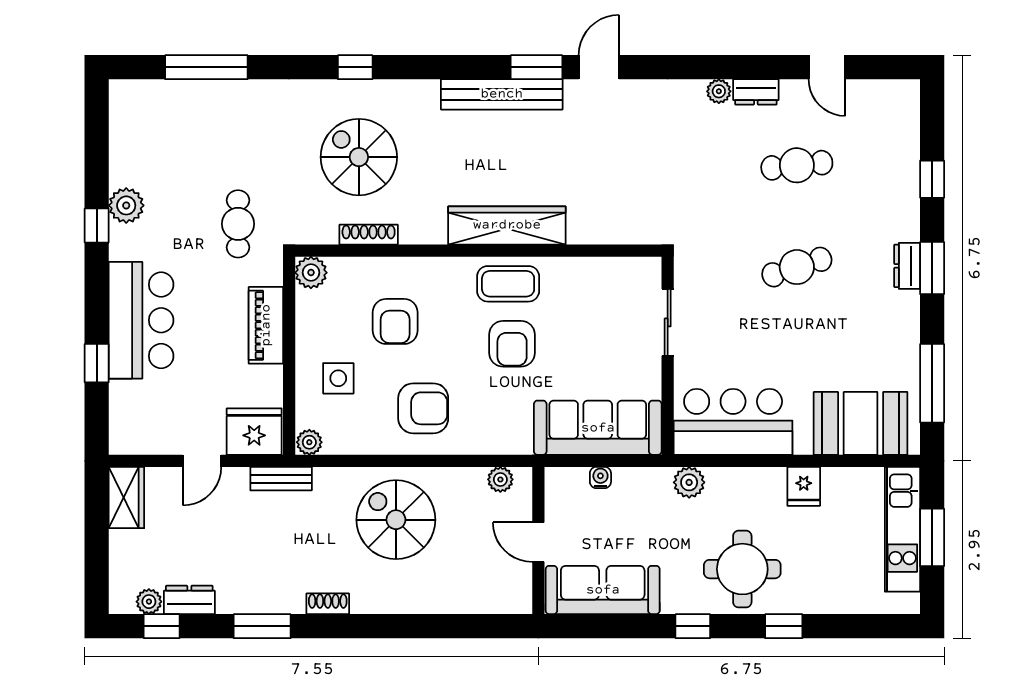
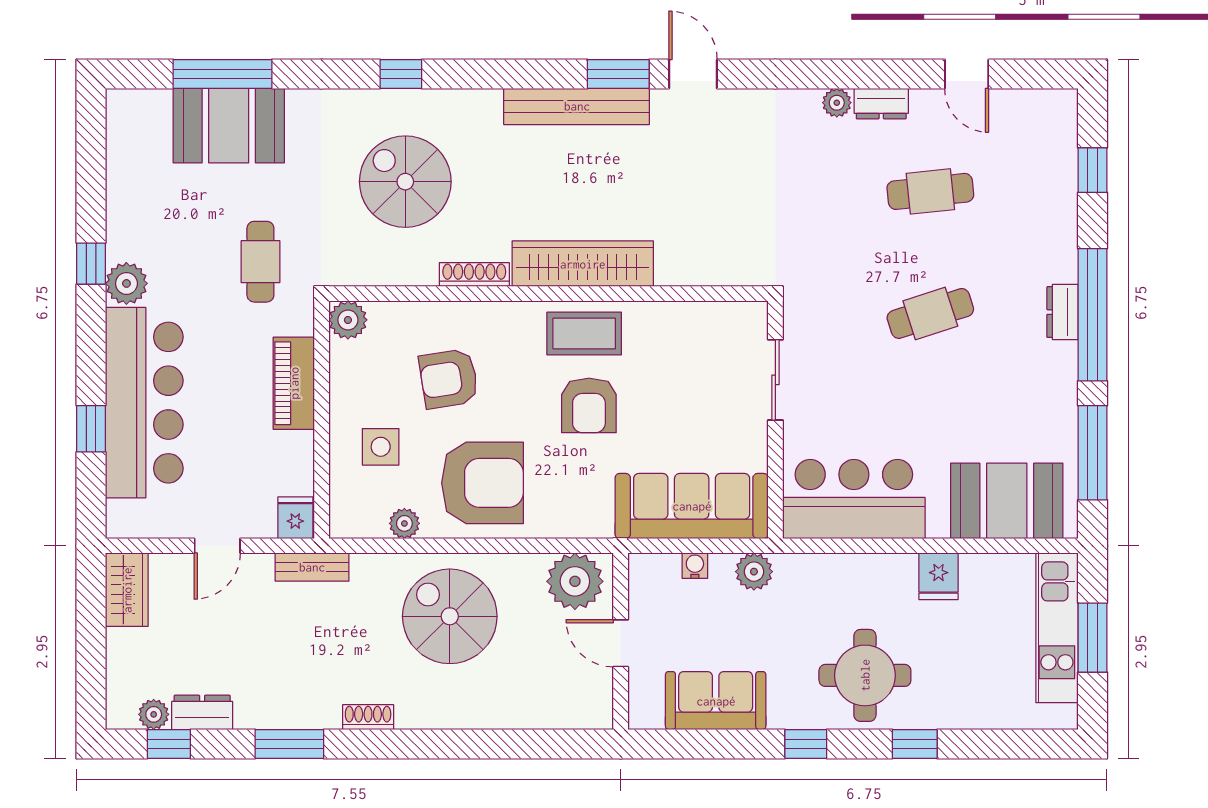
door: (599, 67) -> (693, 74), hinge flipped
booth: (212, 110) -> (229, 126), added
window: (932, 179) -> (1092, 170), moved
plant: (126, 205) -> (126, 283), moved
shoe rack: (369, 235) -> (474, 275), moved
window: (932, 268) -> (1092, 315), width x2.11
bar counter: (141, 320) -> (144, 403), width x1.36
armchair: (395, 321) -> (449, 379), turned 81
armchair: (423, 408) -> (482, 483), width x1.36, depth x1.36
fridge: (254, 432) -> (295, 518), width x0.53, depth x0.75
plant: (309, 442) -> (404, 523), moved
plant: (500, 479) -> (575, 581), width x1.87, depth x1.87
plant: (689, 482) -> (754, 572), moved
sofa: (603, 590) -> (716, 701), width x0.73

